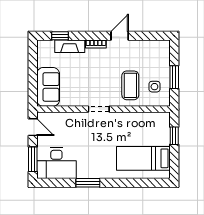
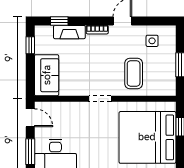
window: (33, 59) -> (30, 45), added
side table: (154, 87) -> (152, 41), moved
bed: (143, 158) -> (147, 137), width x2.04

